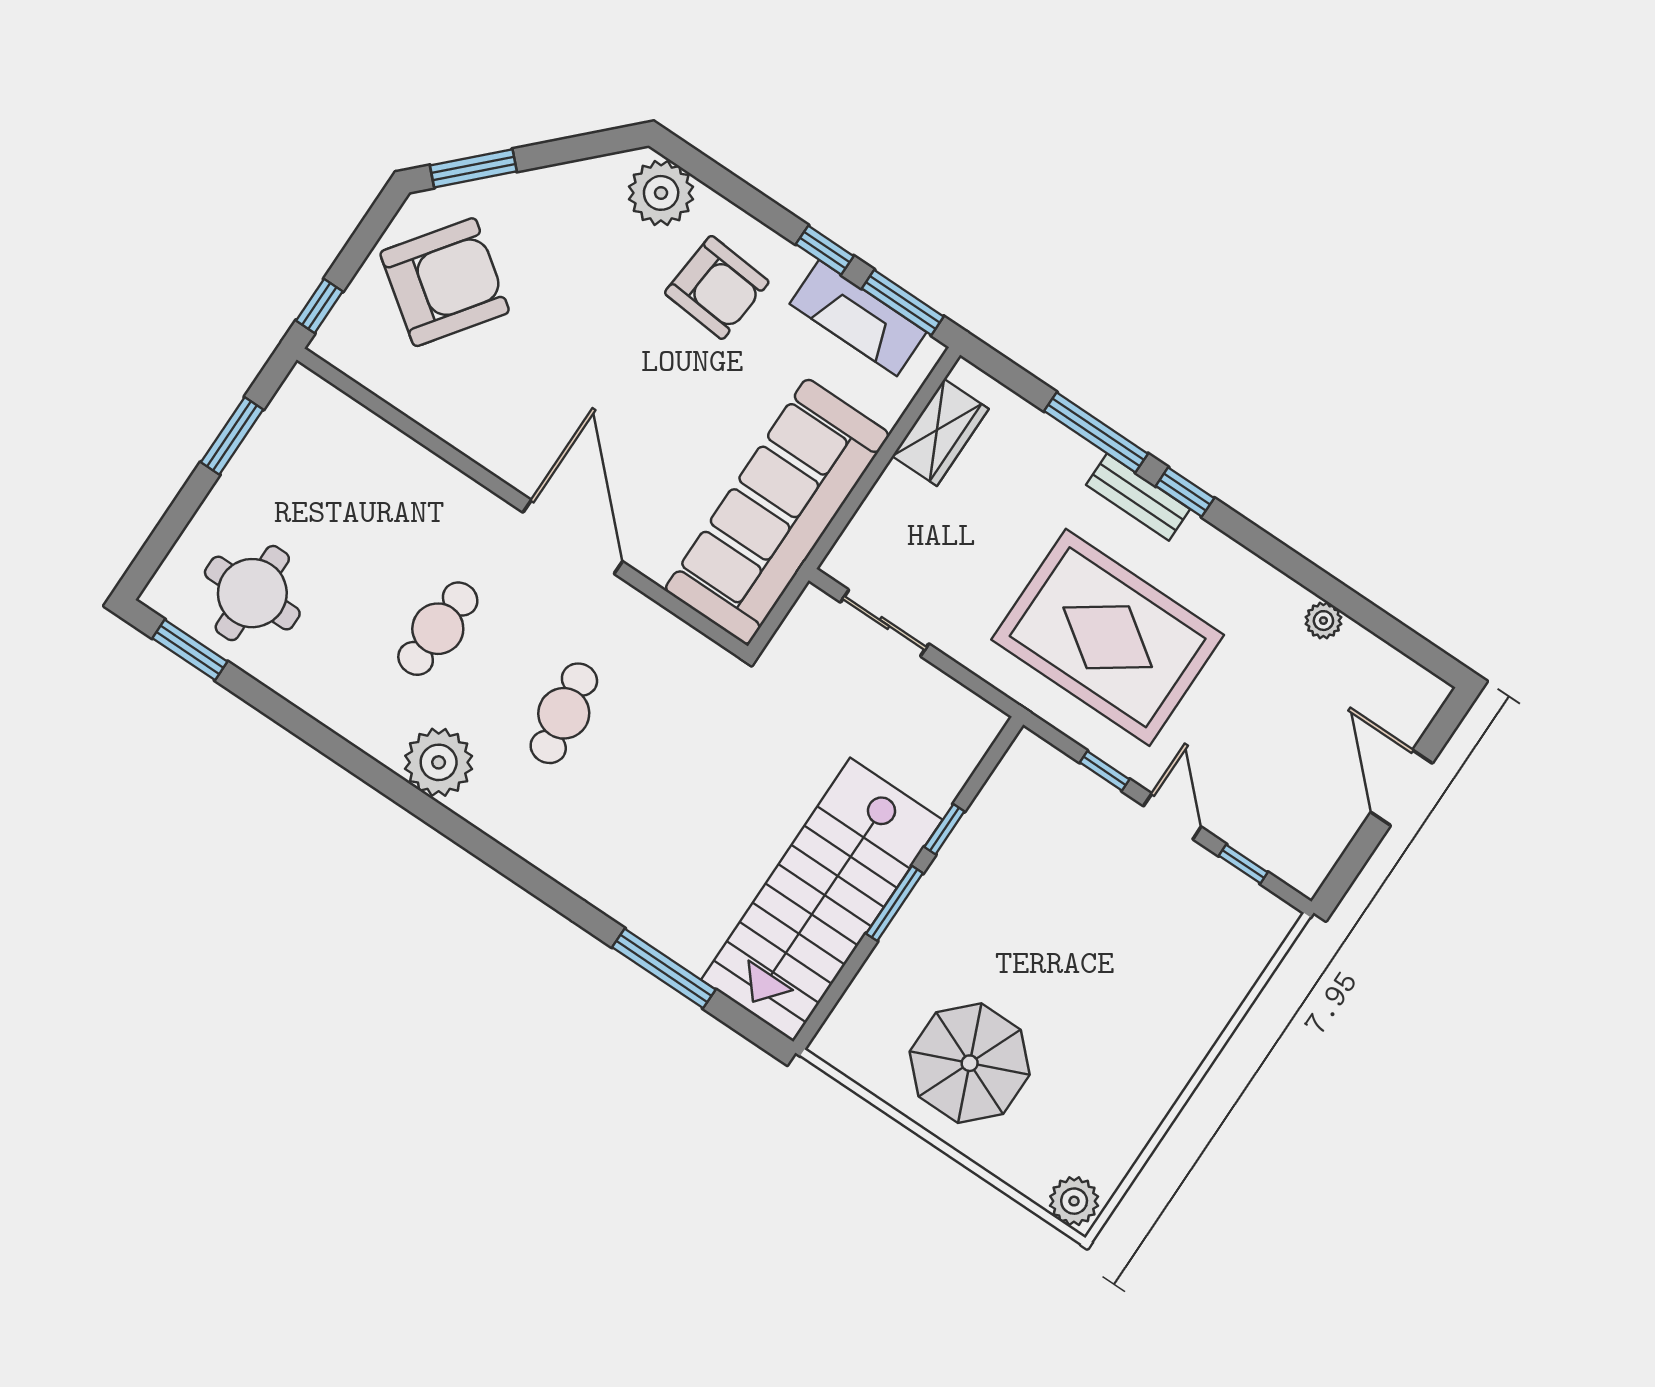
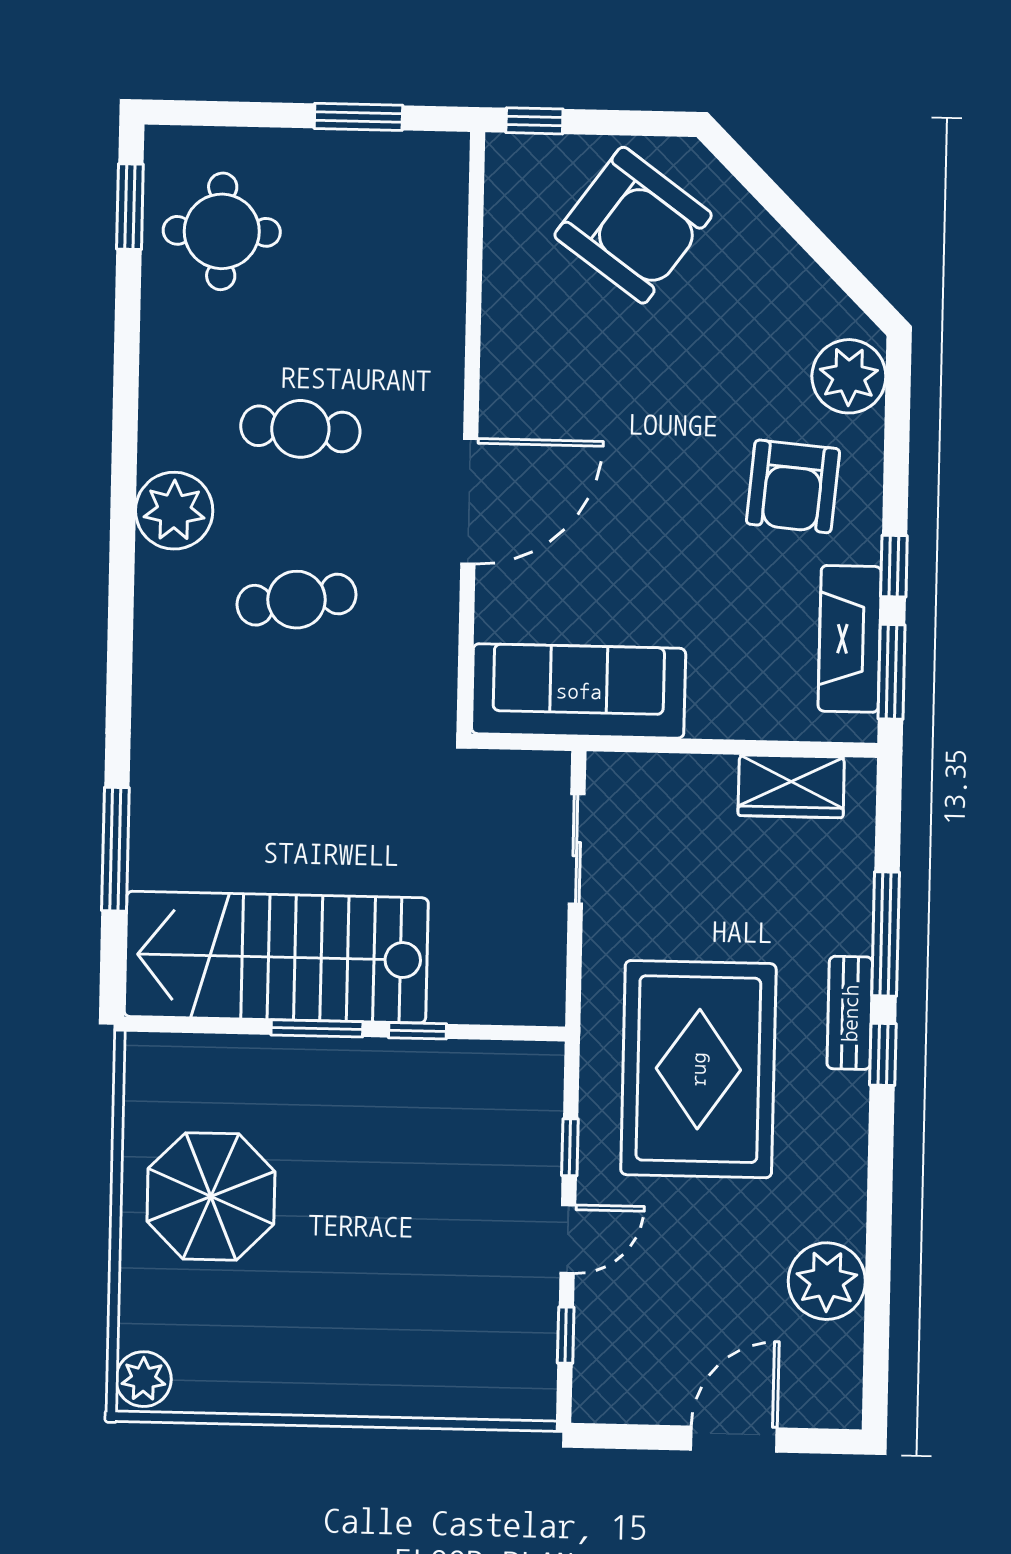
window: (473, 168) -> (758, 183), removed
sofa: (777, 512) -> (579, 691), width x0.74, depth x0.79
plant: (1323, 621) -> (827, 1281), width x1.87, depth x1.87

